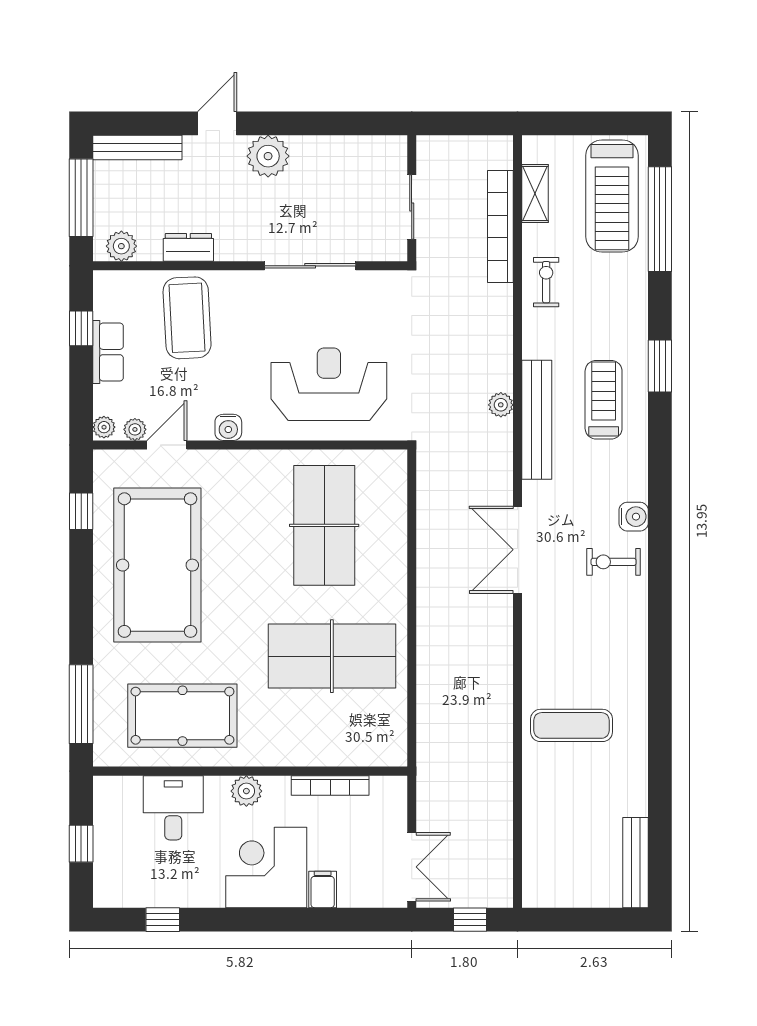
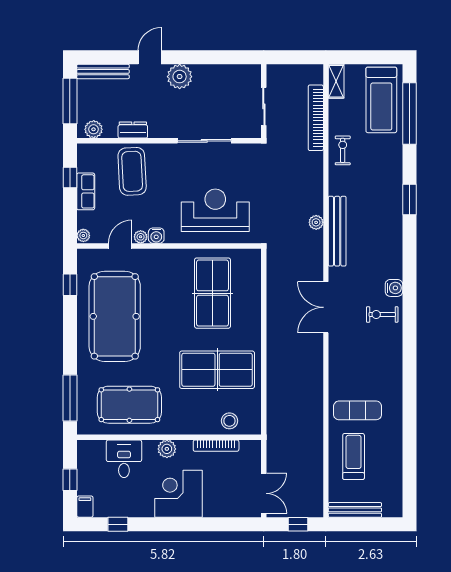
shelving: (535, 193) -> (336, 81), moved
treadmill: (604, 400) -> (354, 457), moved
plant: (135, 429) -> (141, 237), moved
stool: (353, 743) -> (229, 421), added
bench: (636, 863) -> (355, 510), moved, turned 90
filing cabinet: (323, 889) -> (85, 507), moved

